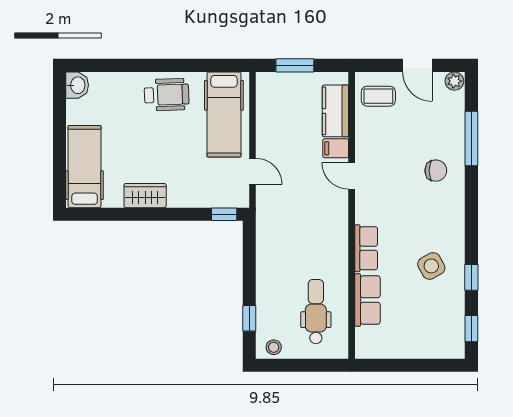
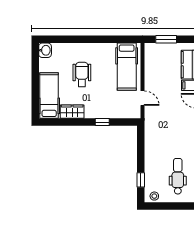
wheelchair: (167, 95) -> (82, 74), moved, turned -88
wardrobe: (145, 196) -> (72, 112), moved
window: (224, 214) -> (102, 122), moved

